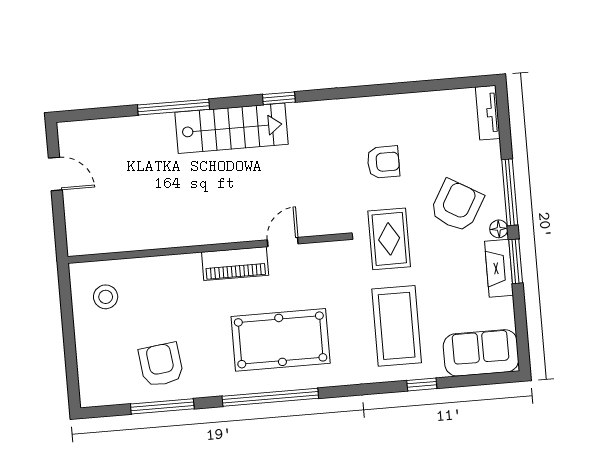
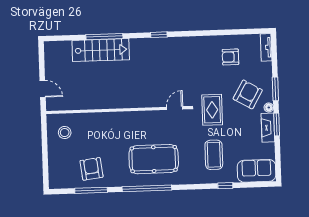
stairs: (231, 128) -> (101, 50), moved
armchair: (383, 162) -> (230, 57), moved, turned 180
door: (55, 174) -> (43, 89), moved
window: (510, 192) -> (275, 89), width x0.69
door: (283, 242) -> (175, 108), moved
piano: (235, 264) -> (132, 119), removed
coffee table: (397, 326) -> (214, 155), width x0.73, depth x0.76

